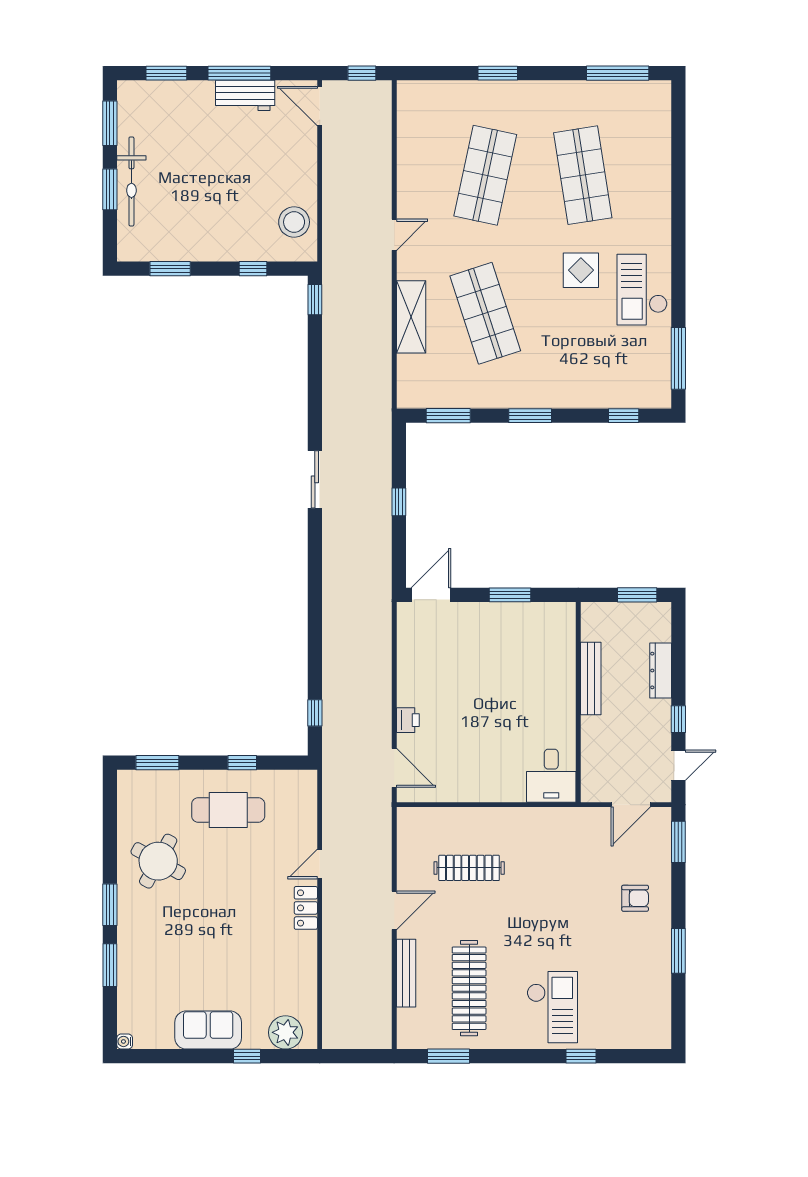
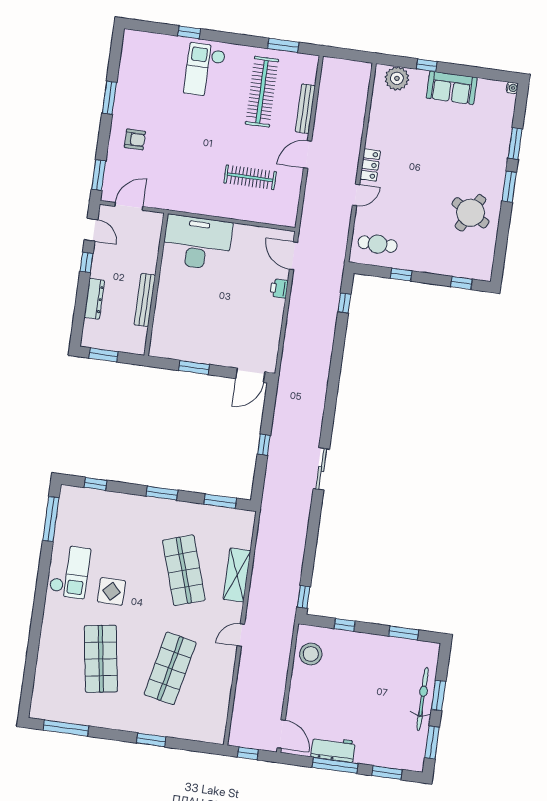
window: (157, 763) -> (461, 283), width x0.67
door: (678, 765) -> (91, 230), swing flipped
desk: (551, 776) -> (197, 243), width x1.87, depth x1.30
cafe table: (228, 810) -> (378, 244), moved, width x0.73, depth x0.74
armchair: (635, 898) -> (135, 139), turned 180

